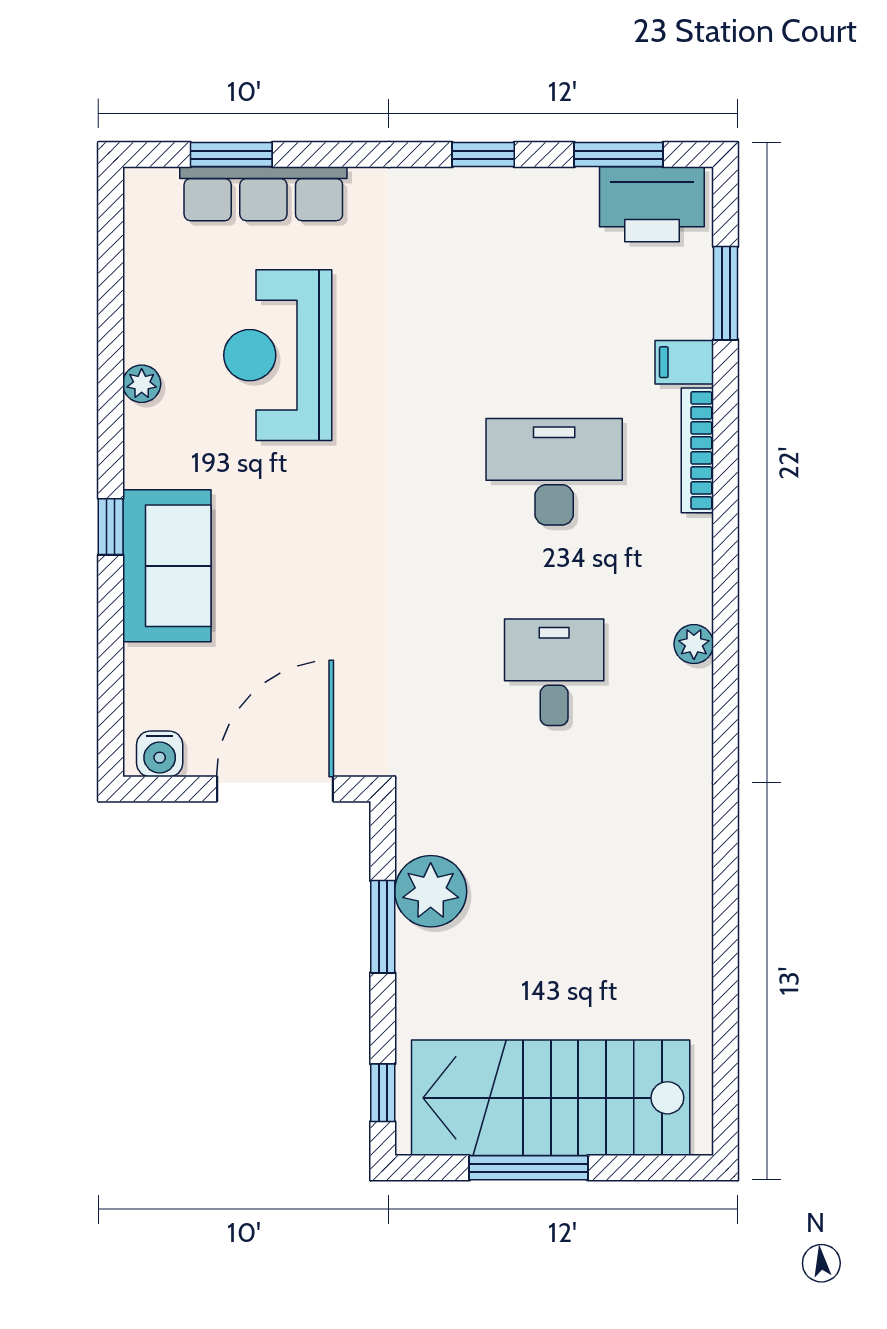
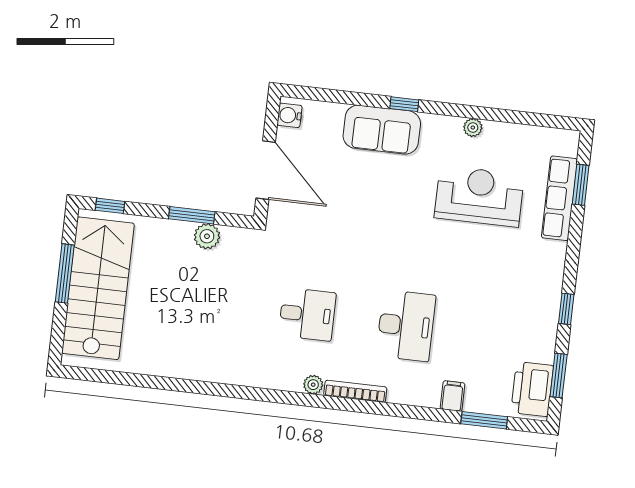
bookcase: (697, 450) -> (355, 391), moved
plant: (431, 891) -> (207, 236), width x0.73, depth x0.73

